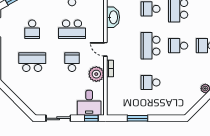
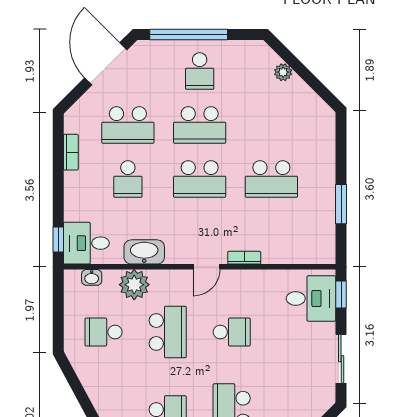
school desk: (178, 46) -> (200, 125), width x1.85
school desk: (72, 62) -> (232, 332), turned 180
plant: (96, 74) -> (134, 285), moved
school desk: (150, 83) -> (271, 179), width x1.85

